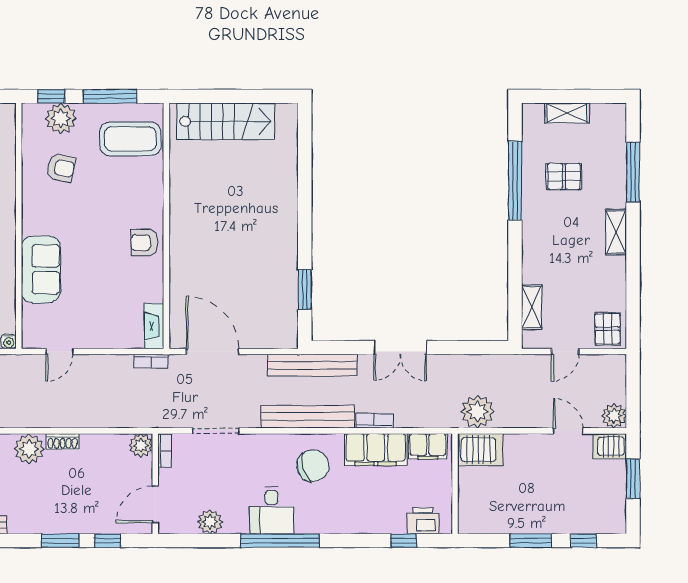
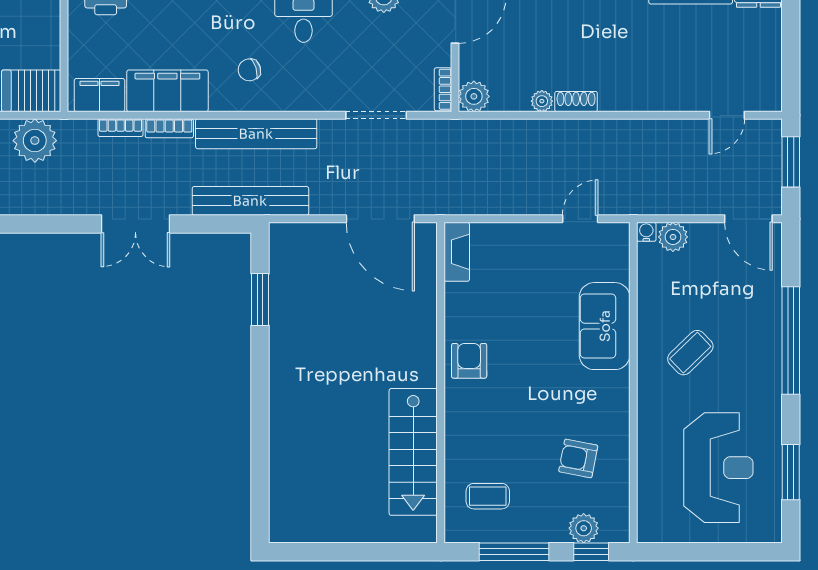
plant: (61, 118) -> (584, 528), width x0.73, depth x0.73
stairs: (226, 121) -> (413, 452), moved, turned -90
coffee table: (130, 139) -> (488, 496), width x0.54, depth x0.58
armchair: (145, 243) -> (469, 361), turned -90
double door: (400, 348) -> (135, 224), swing flipped
bookcase: (151, 361) -> (121, 128), moved, turned 180
plant: (29, 449) -> (542, 101), moved, width x0.53, depth x0.53
chair: (313, 466) -> (249, 70), width x0.54, depth x0.54

